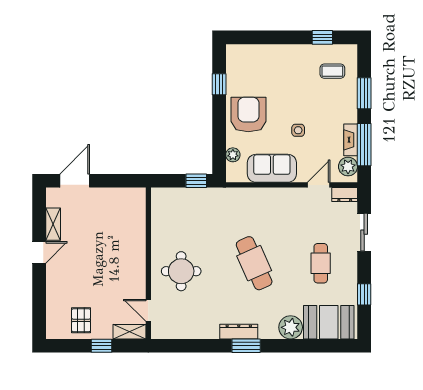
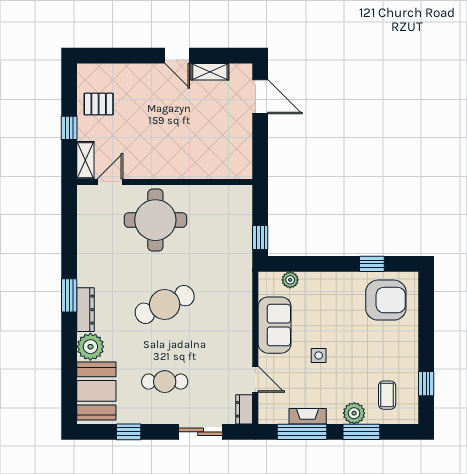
armchair: (248, 115) -> (386, 300), moved
plant: (348, 167) -> (354, 413), moved
round table: (181, 271) -> (155, 220), width x1.36, depth x1.36
dresser: (239, 332) -> (85, 310), moved

